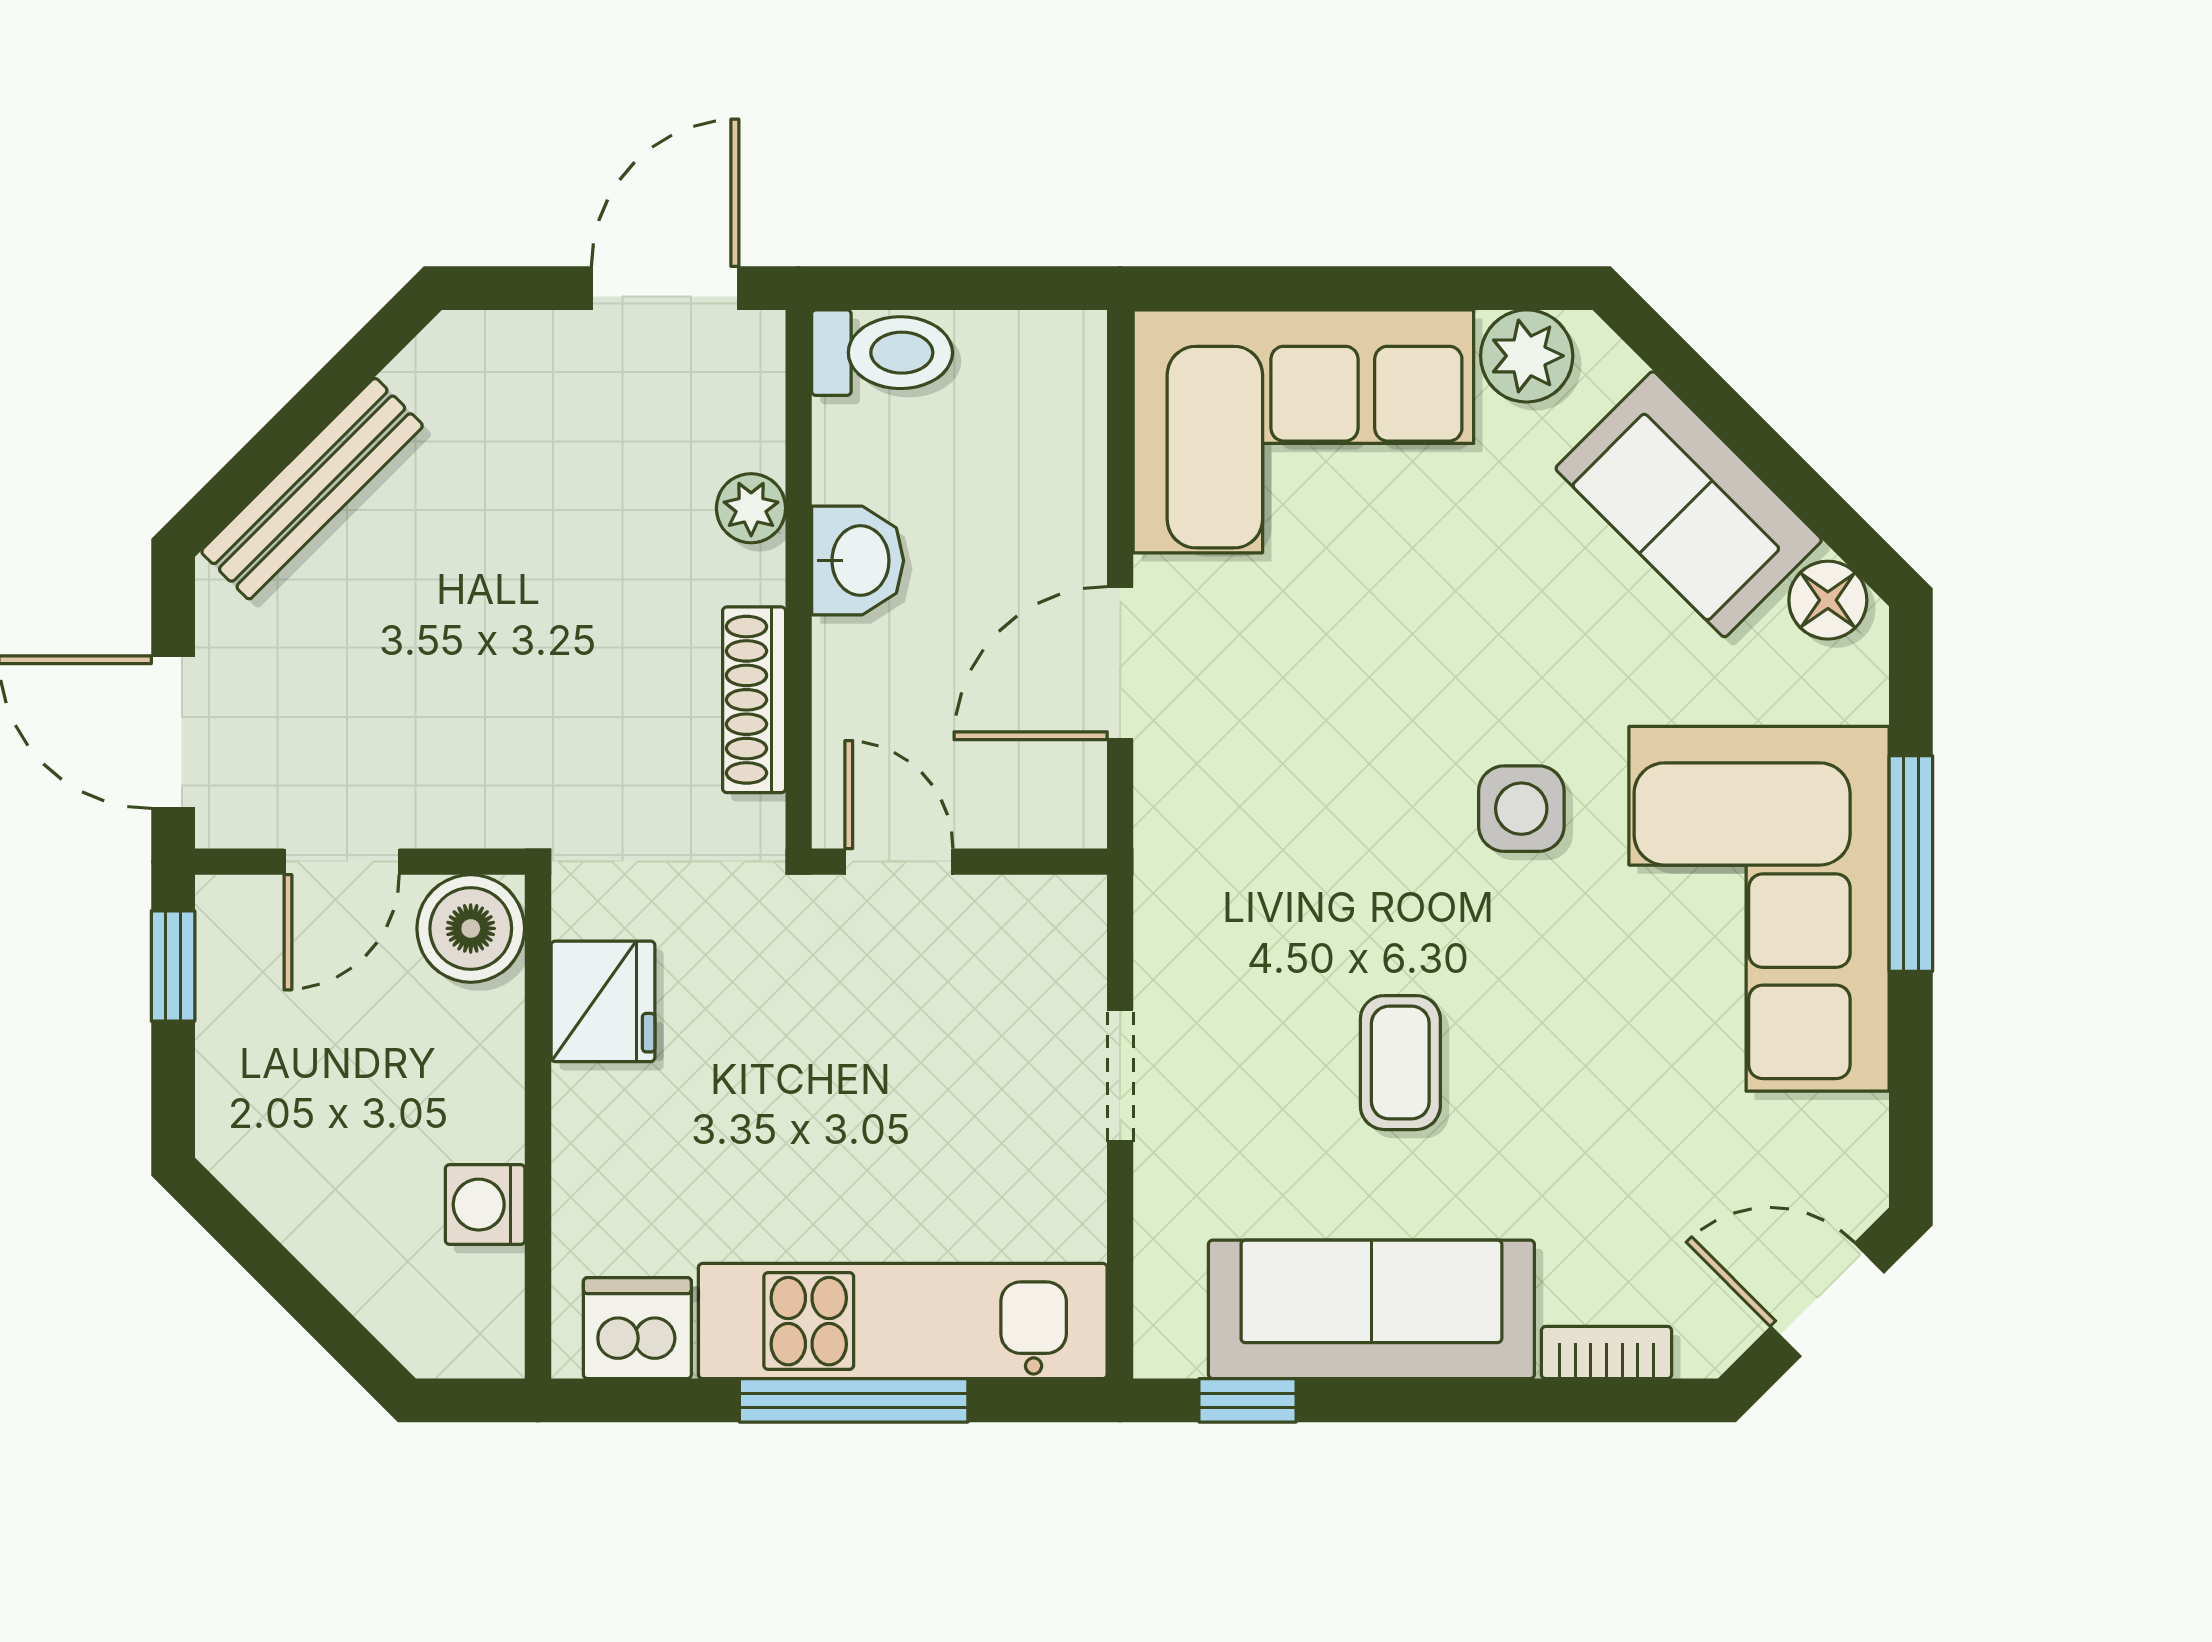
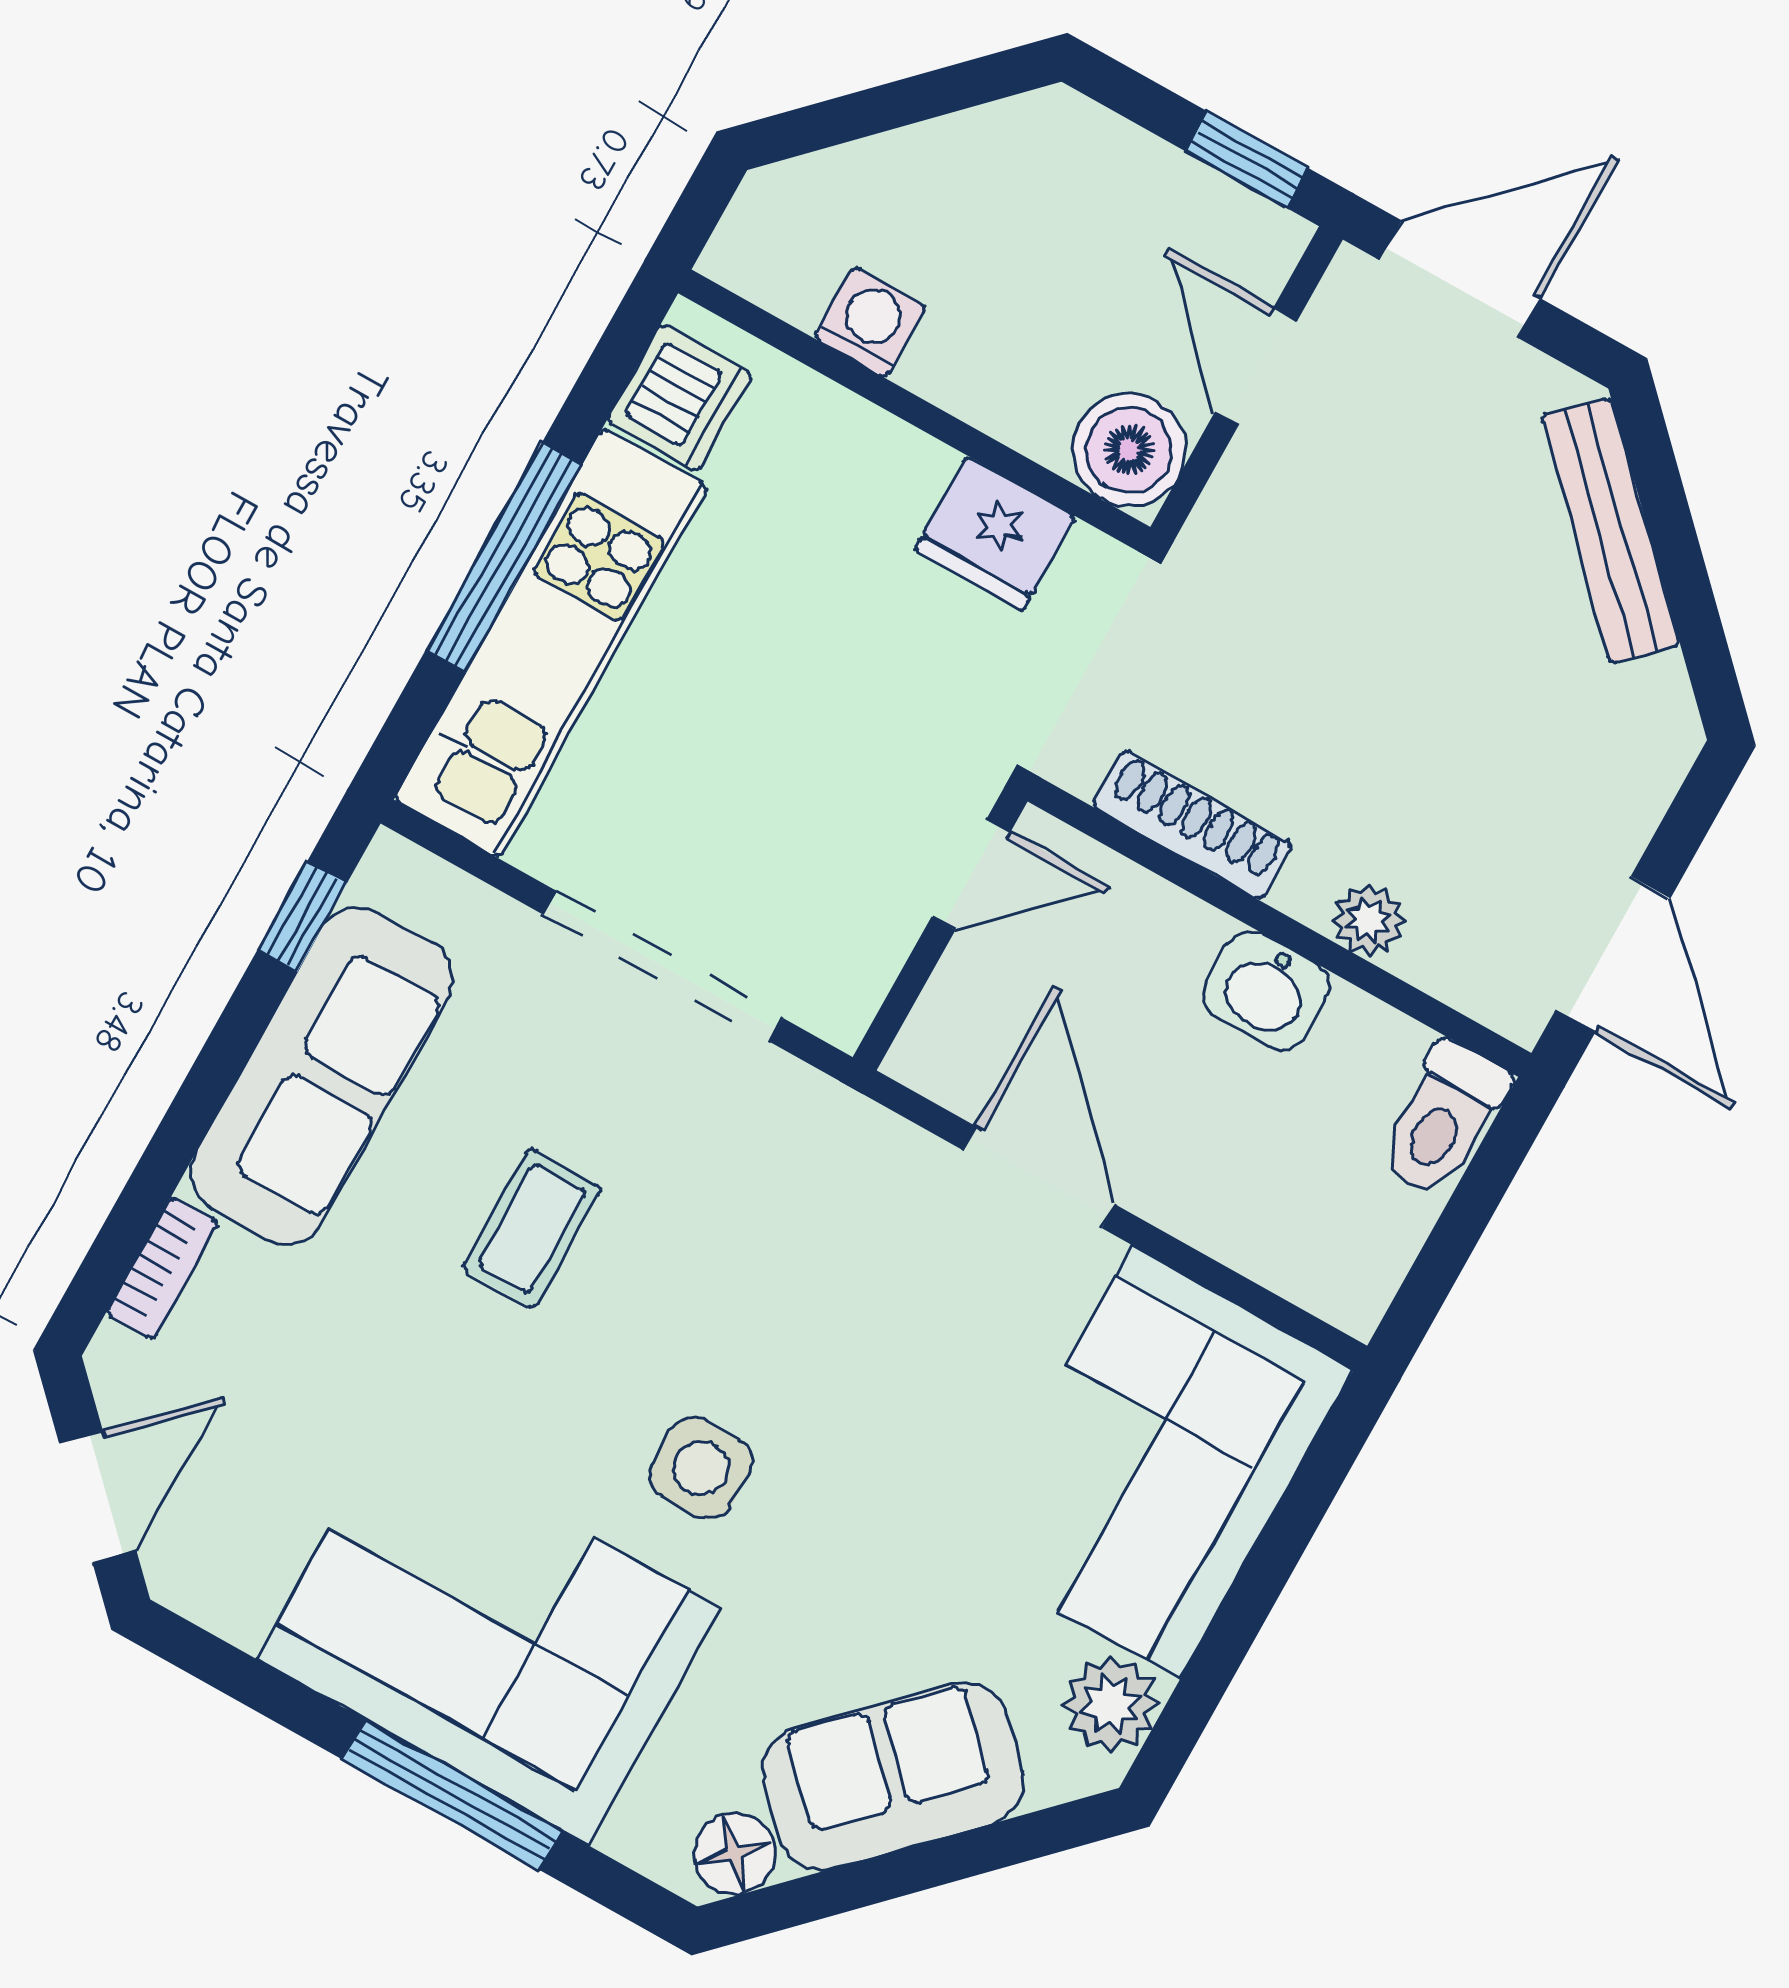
coffee table: (1400, 1063) -> (532, 1228), turned 90
doorway: (1120, 1075) -> (663, 966), width x1.87

